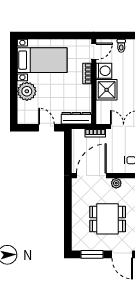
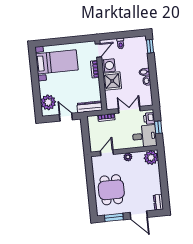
plant: (27, 91) -> (48, 102), moved
door: (91, 176) -> (107, 153), width x0.53
dining table: (108, 219) -> (111, 190), moved, turned 90

